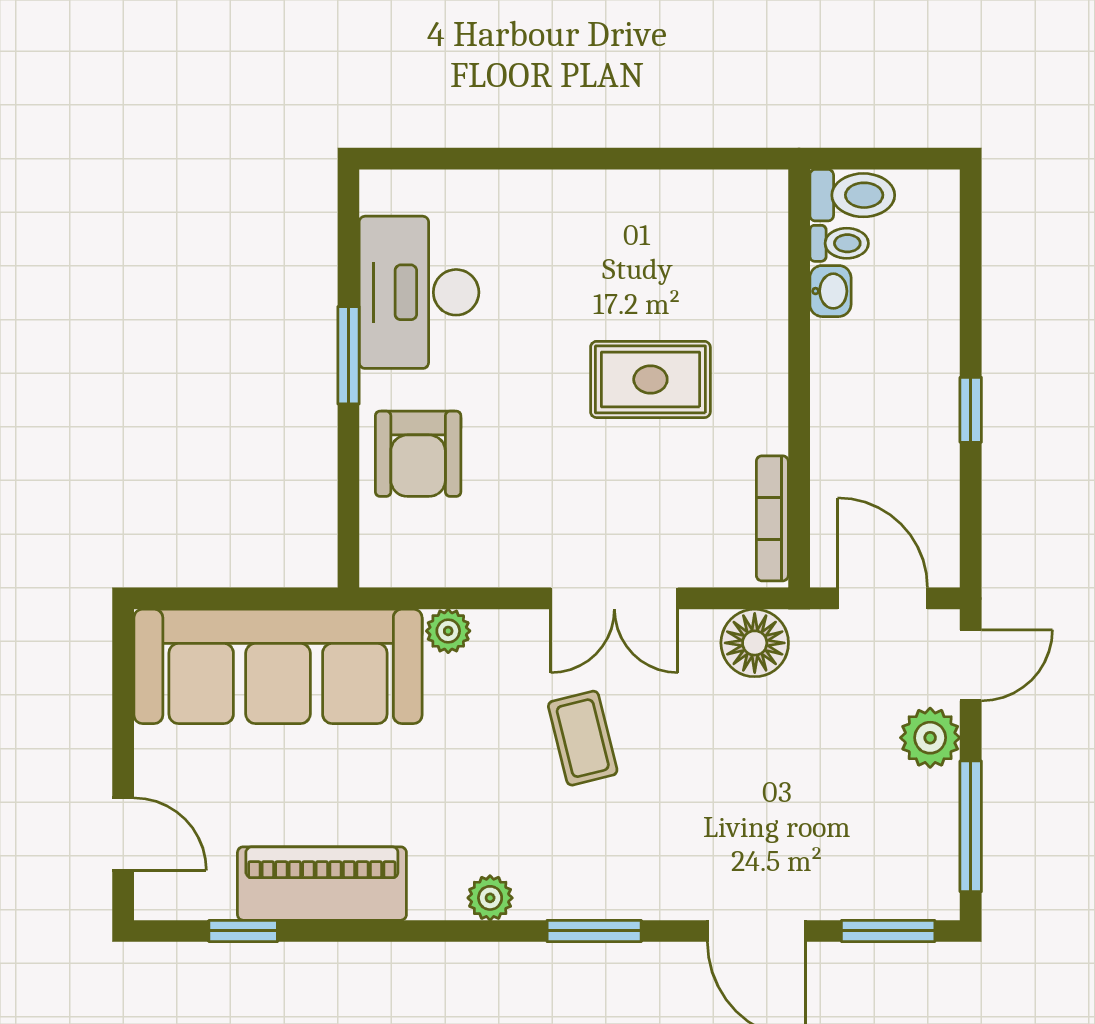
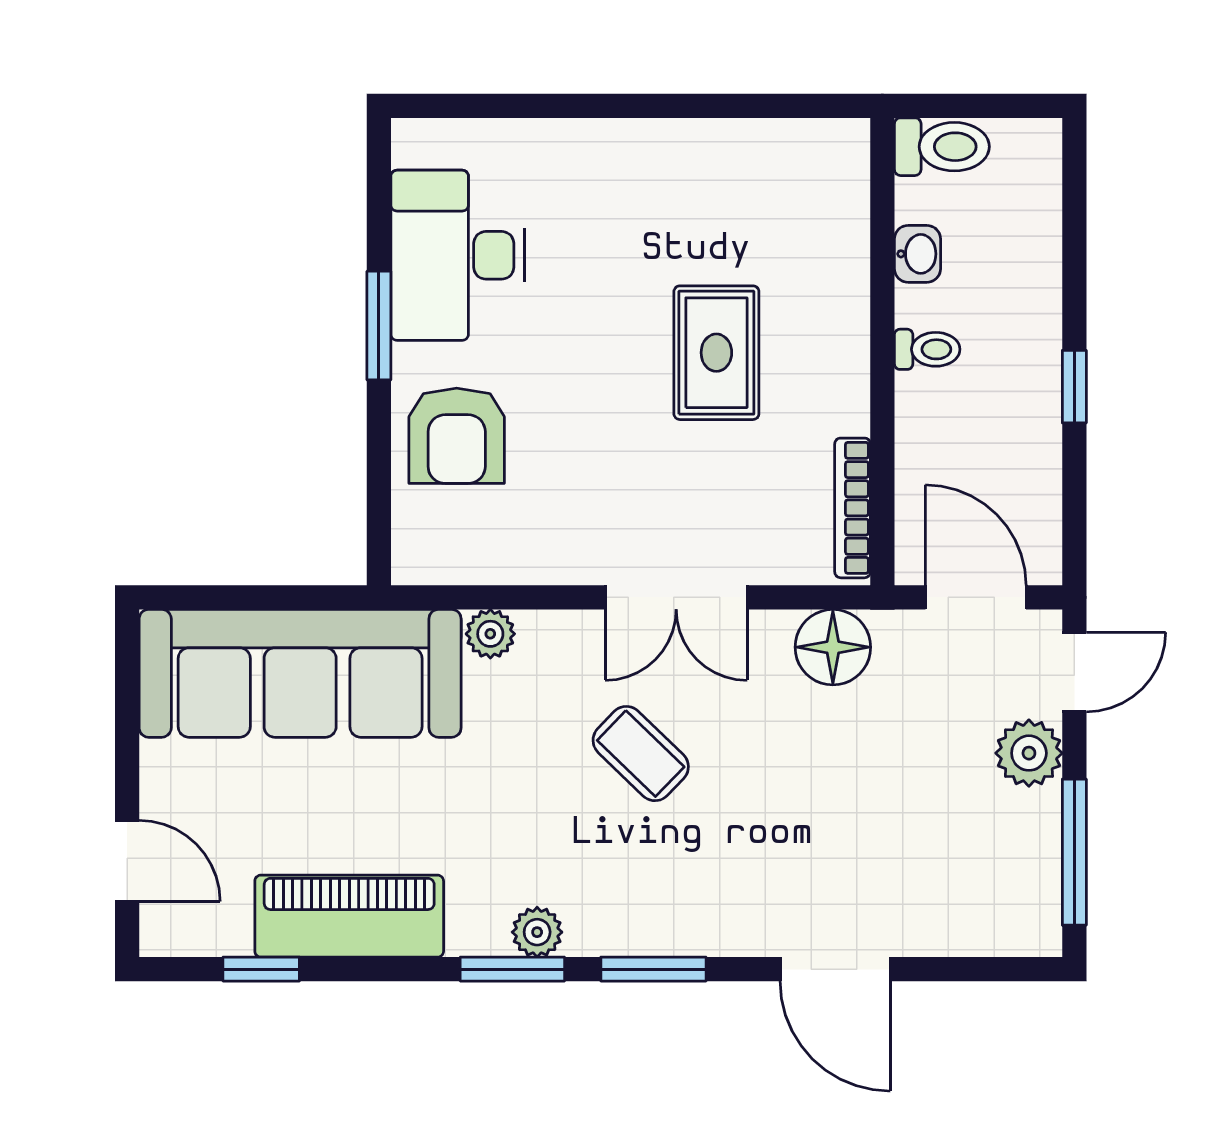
toilet: (839, 243) -> (927, 349), moved
rug: (650, 379) -> (716, 353), turned 90
coffee table: (583, 738) -> (641, 754), turned -32
window: (888, 931) -> (512, 969), moved

